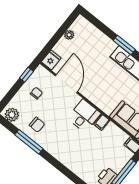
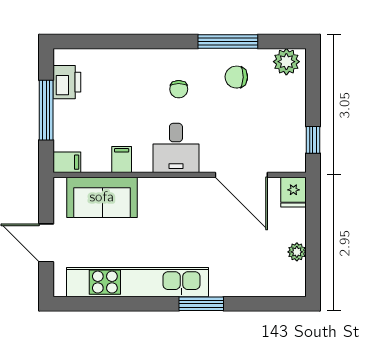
chair: (36, 93) -> (179, 89), moved
filing cabinet: (102, 122) -> (122, 159), moved

